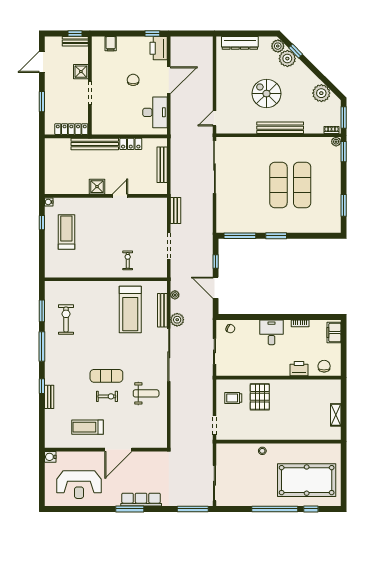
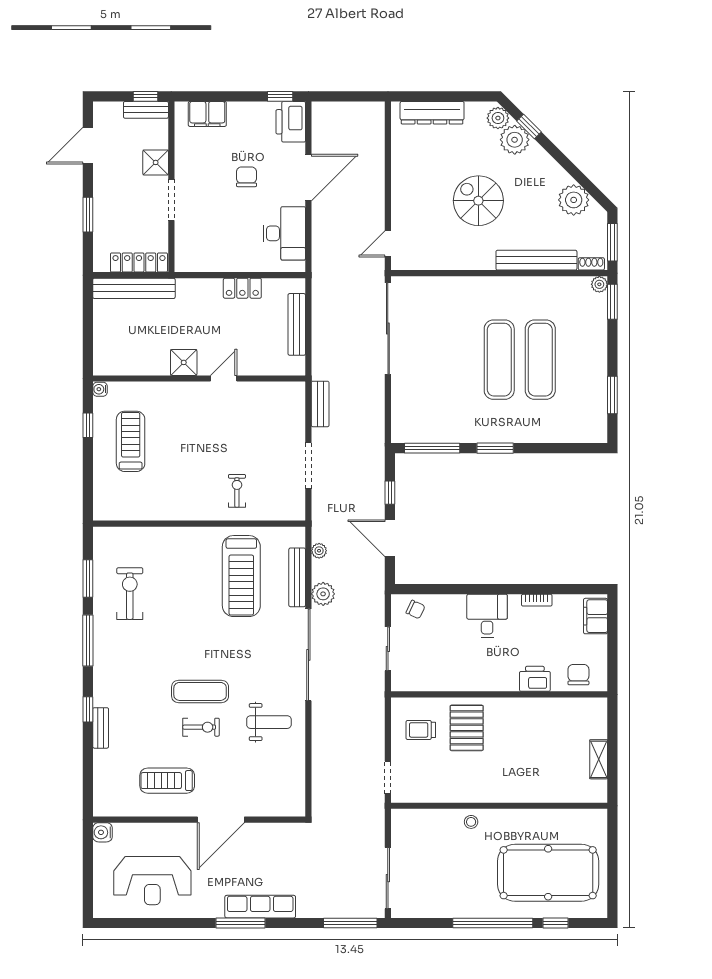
filing cabinet: (111, 44) -> (207, 114), width x2.00
bench: (280, 128) -> (536, 260), moved
bench: (95, 144) -> (134, 288), moved

